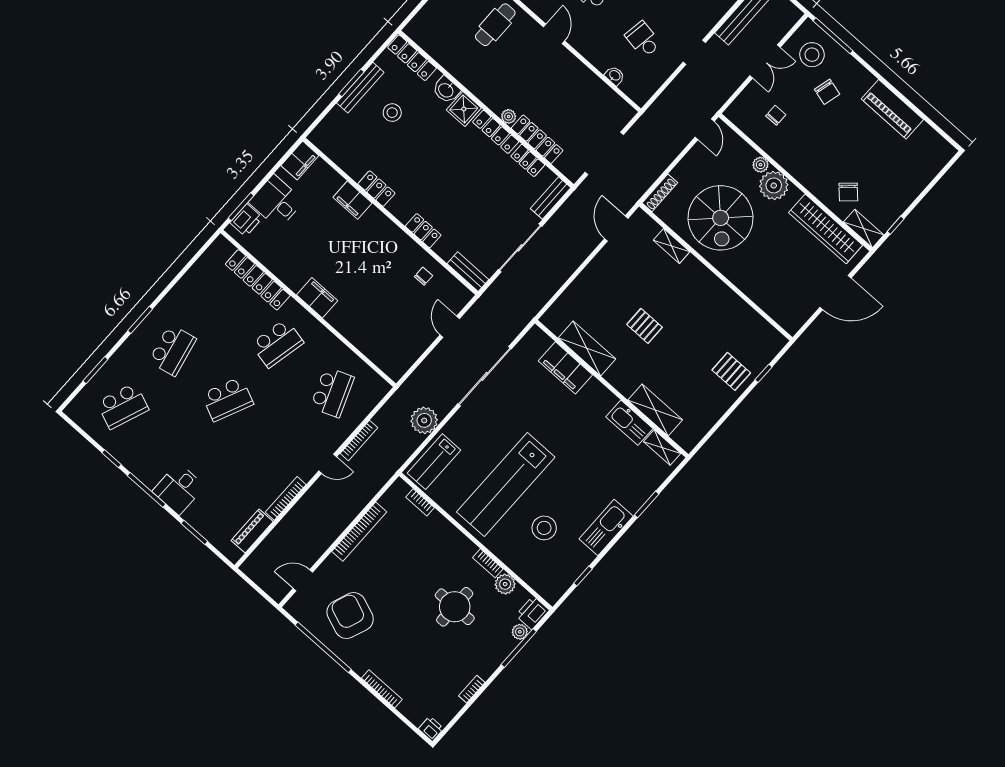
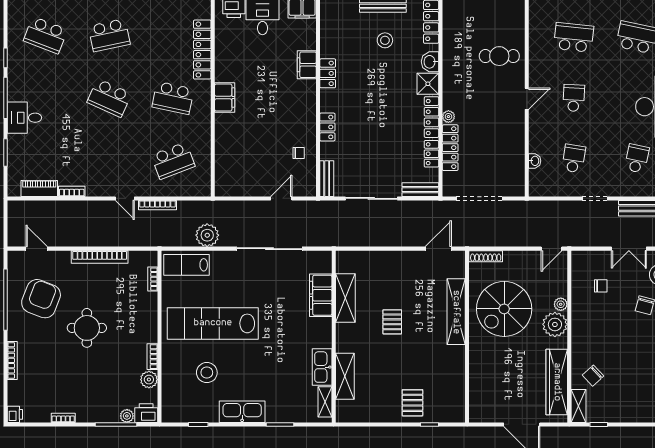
shelving: (671, 246) -> (456, 312), width x2.20, depth x1.33
bookcase: (286, 498) -> (72, 191), width x0.64
round table: (455, 607) -> (87, 328), moved

